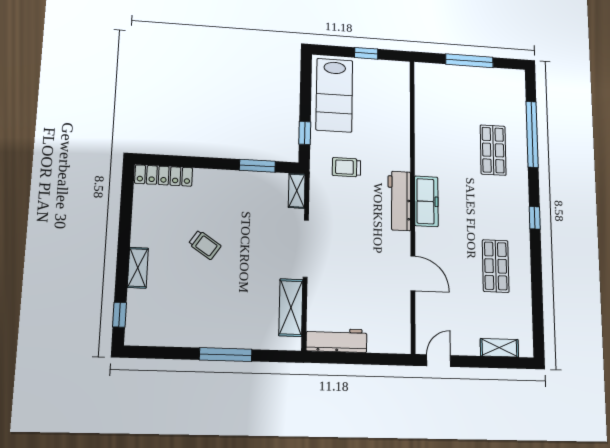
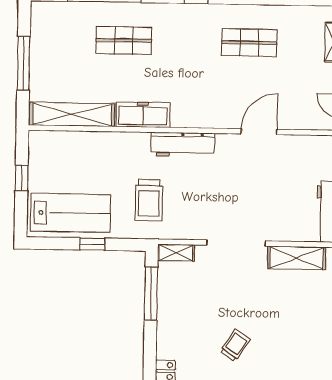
shelving: (425, 101) -> (72, 114), added
window: (305, 133) -> (92, 244), moved
window: (257, 166) -> (151, 294), width x1.44
trolley: (346, 167) -> (149, 200), width x1.36, depth x1.39
freezer: (426, 201) -> (143, 115), moved

